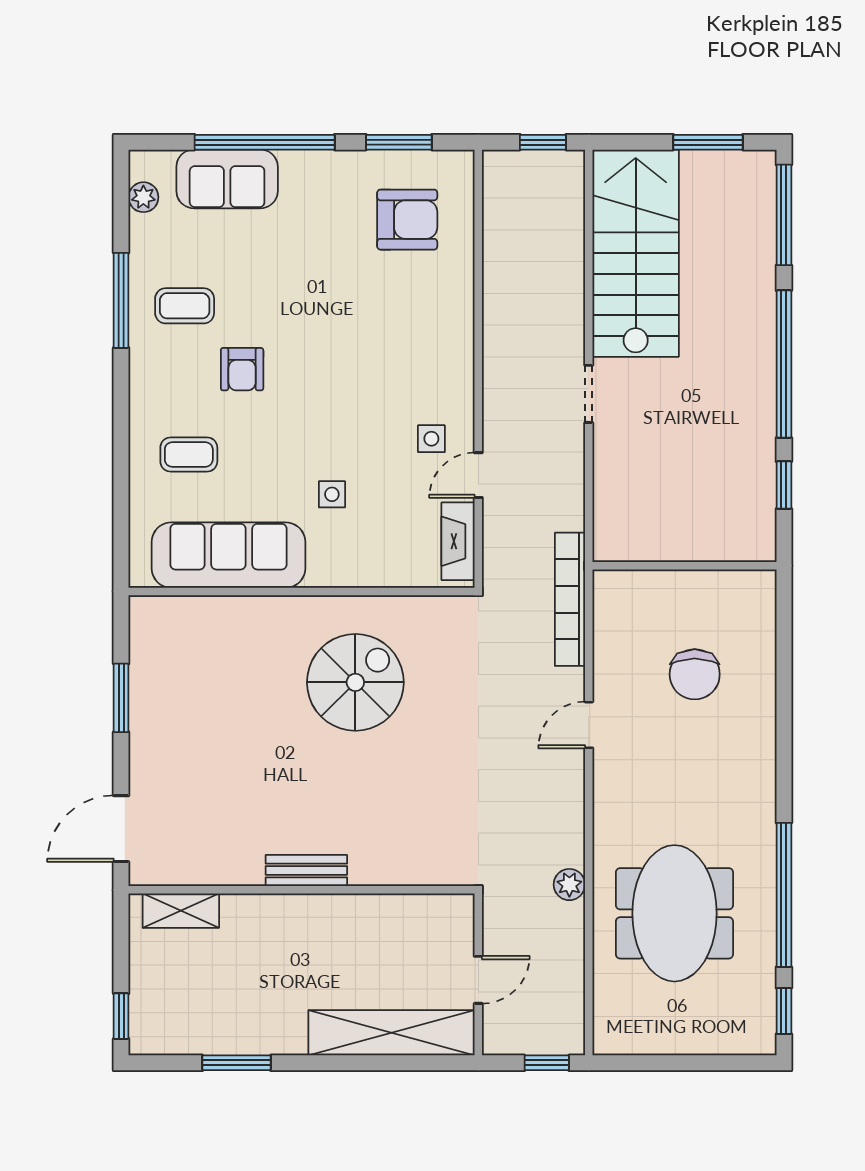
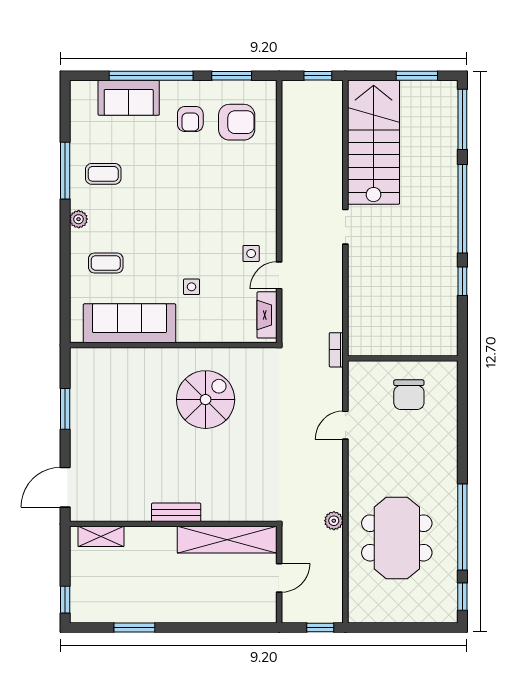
plant: (143, 197) -> (79, 219), moved
armchair: (242, 369) -> (190, 119), moved
wall: (684, 566) -> (403, 358), moved
bookcase: (570, 599) -> (336, 350), width x0.43, depth x0.76
shelving: (391, 1033) -> (227, 540), moved

